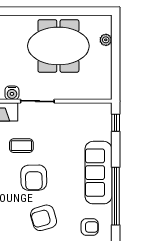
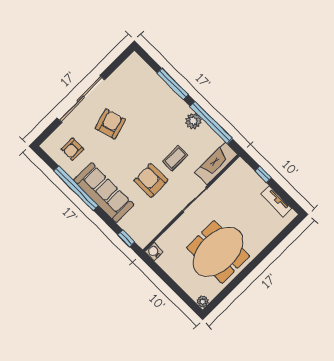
plant: (106, 40) -> (203, 301), moved
water cooler: (12, 93) -> (154, 252), moved
armchair: (34, 178) -> (151, 180), moved

